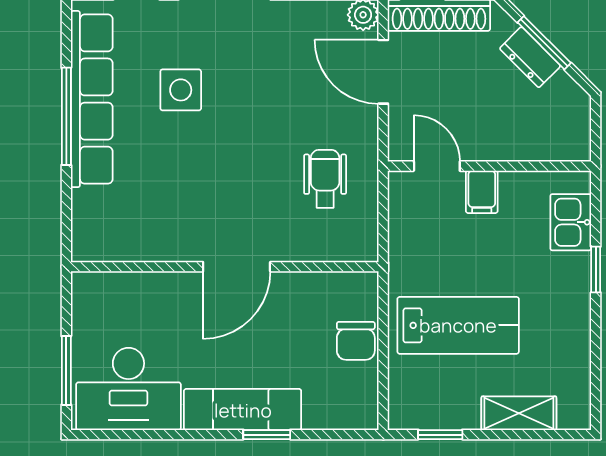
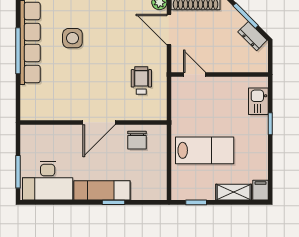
dresser: (530, 57) -> (252, 36), moved
filing cabinet: (482, 192) -> (261, 190), moved, turned 180
chair: (356, 341) -> (137, 140), moved

